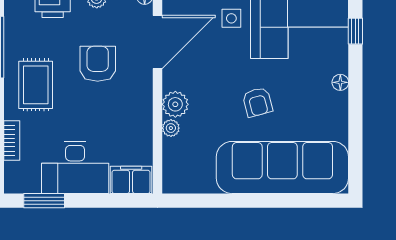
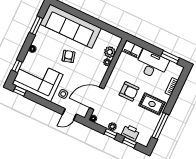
armchair: (98, 64) -> (129, 91), moved, turned -90
rug: (36, 85) -> (152, 104), turned 90
plant: (175, 104) -> (110, 52), moved
window: (355, 135) -> (36, 26), added

